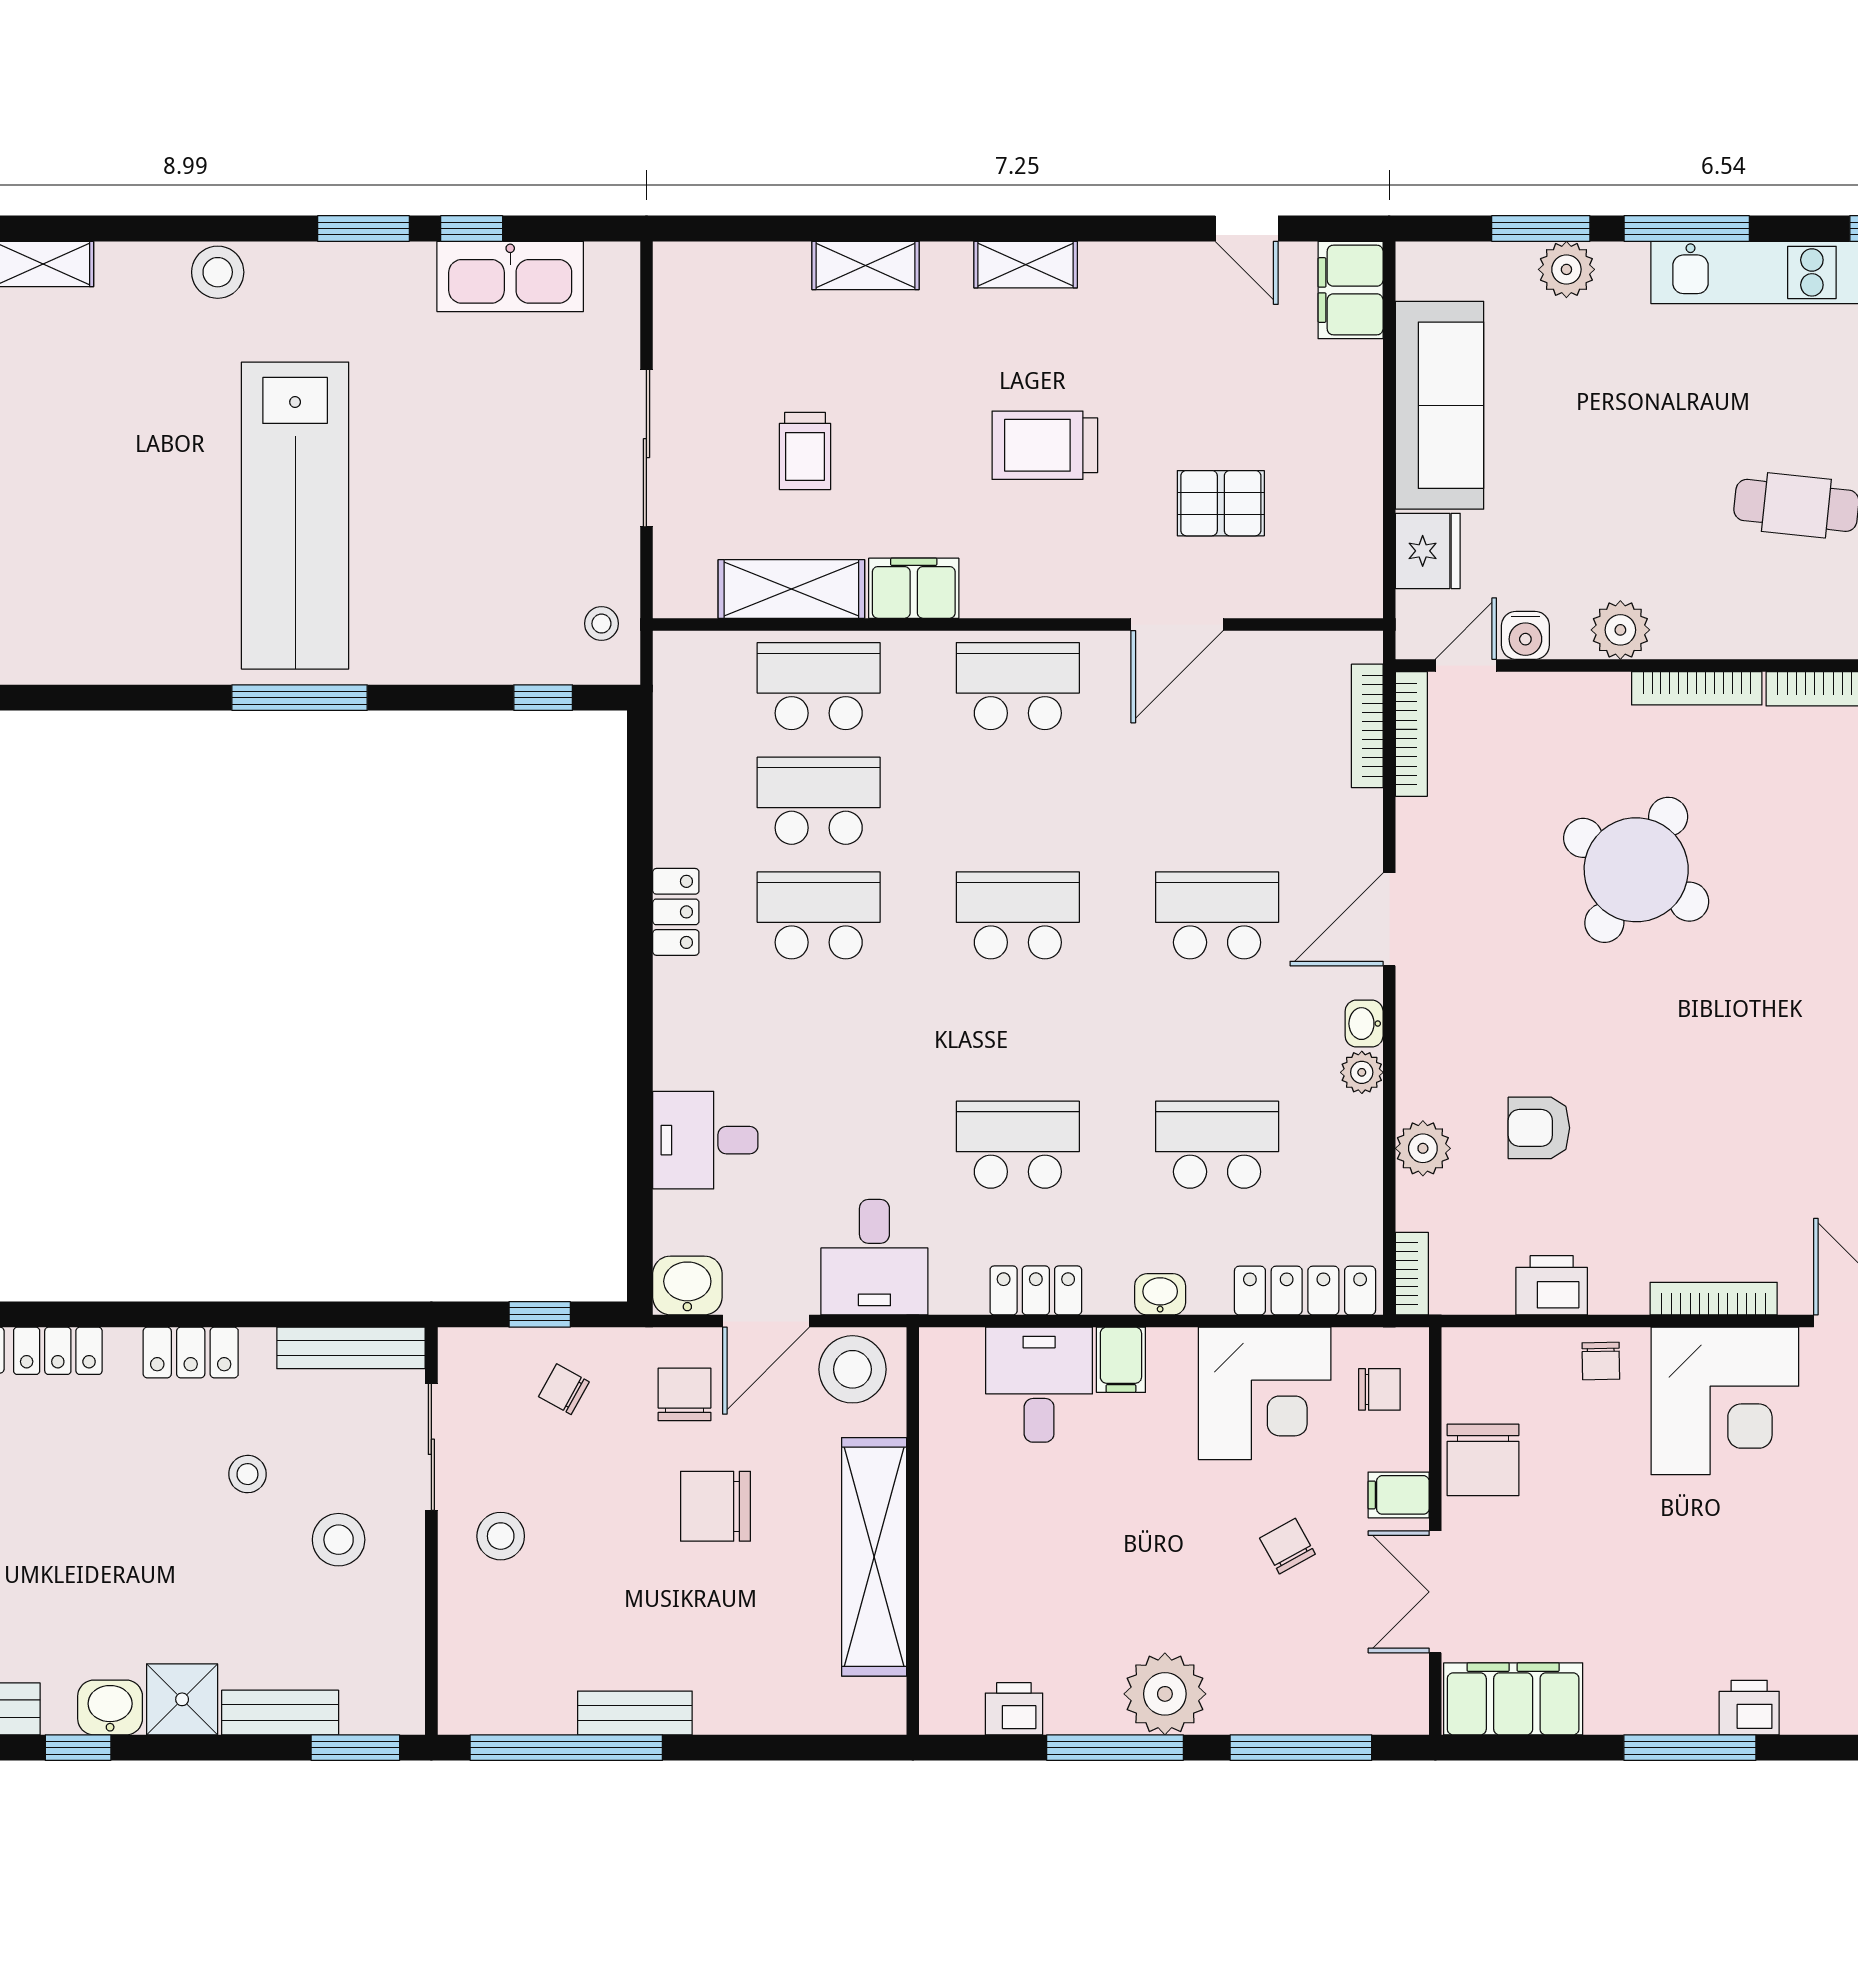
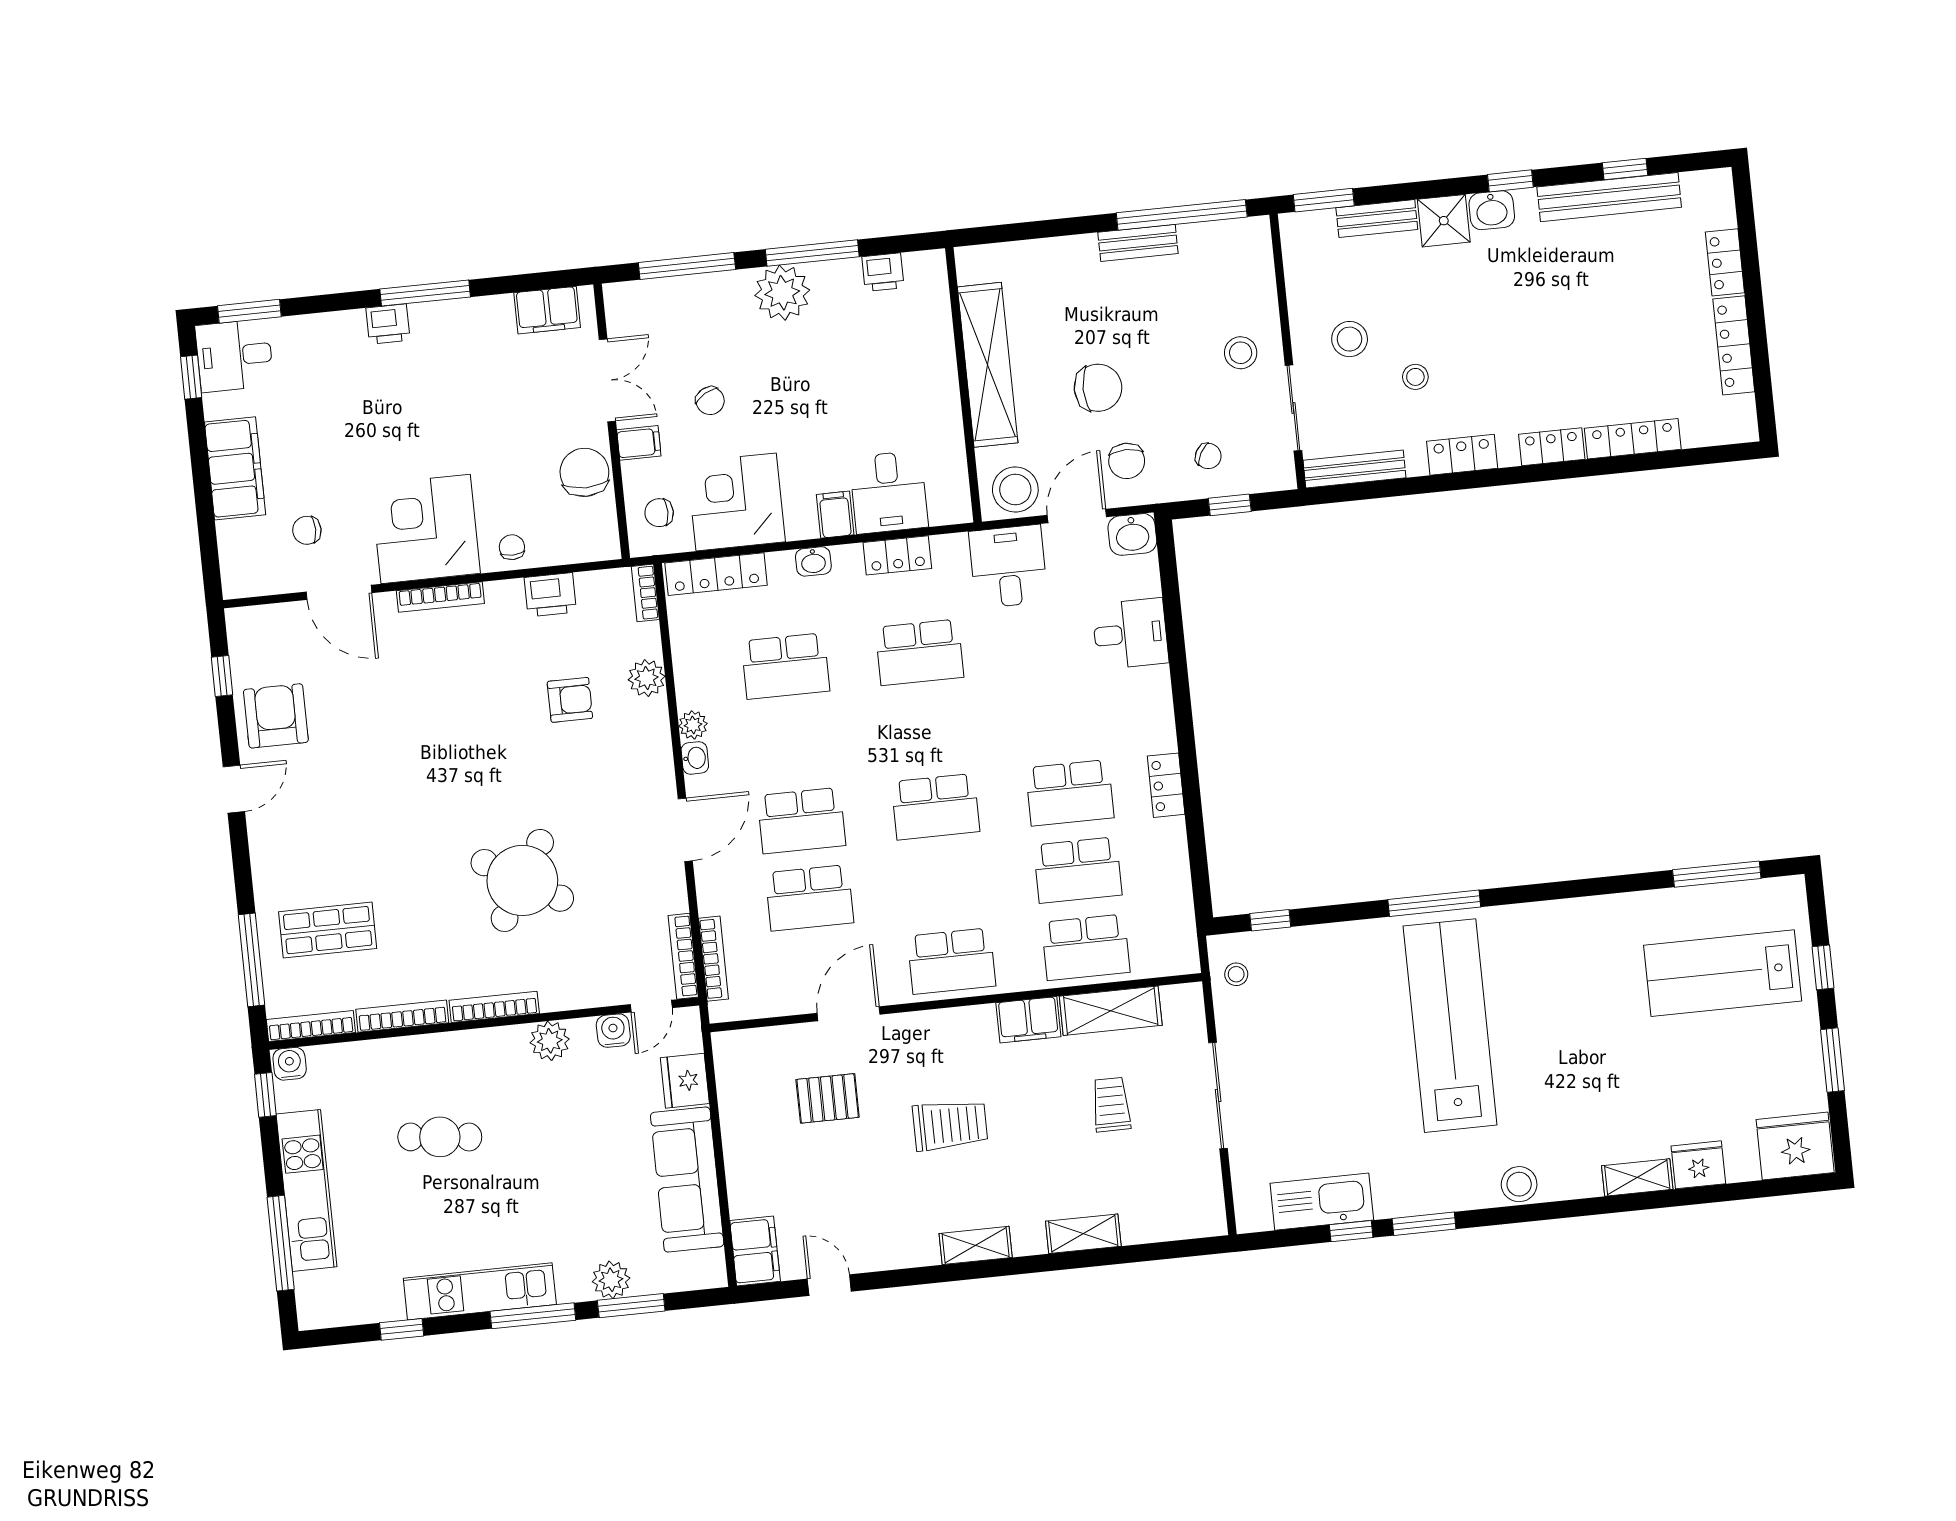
school desk: (1217, 801) -> (809, 898), added
filing cabinet: (1513, 1699) -> (547, 310), width x0.67, depth x0.86

